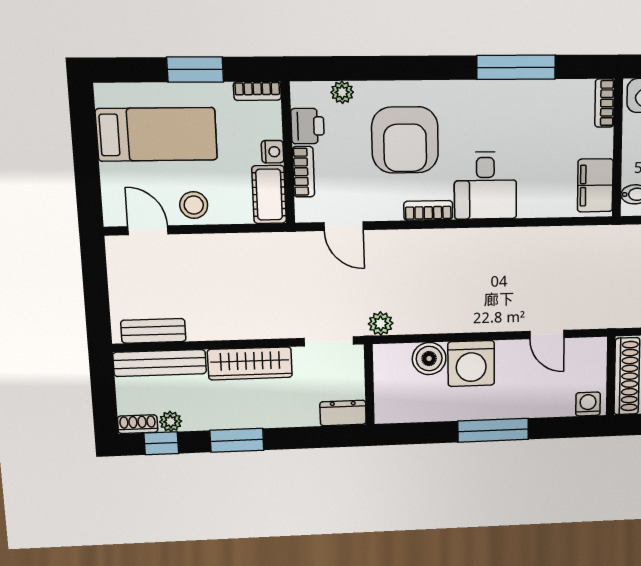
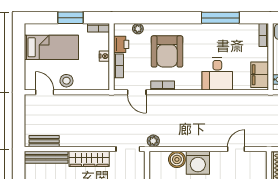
desk: (485, 186) -> (217, 74), moved
cot: (269, 195) -> (102, 76), removed
bookcase: (428, 210) -> (163, 85), moved
door: (547, 335) -> (236, 149), swing flipped

